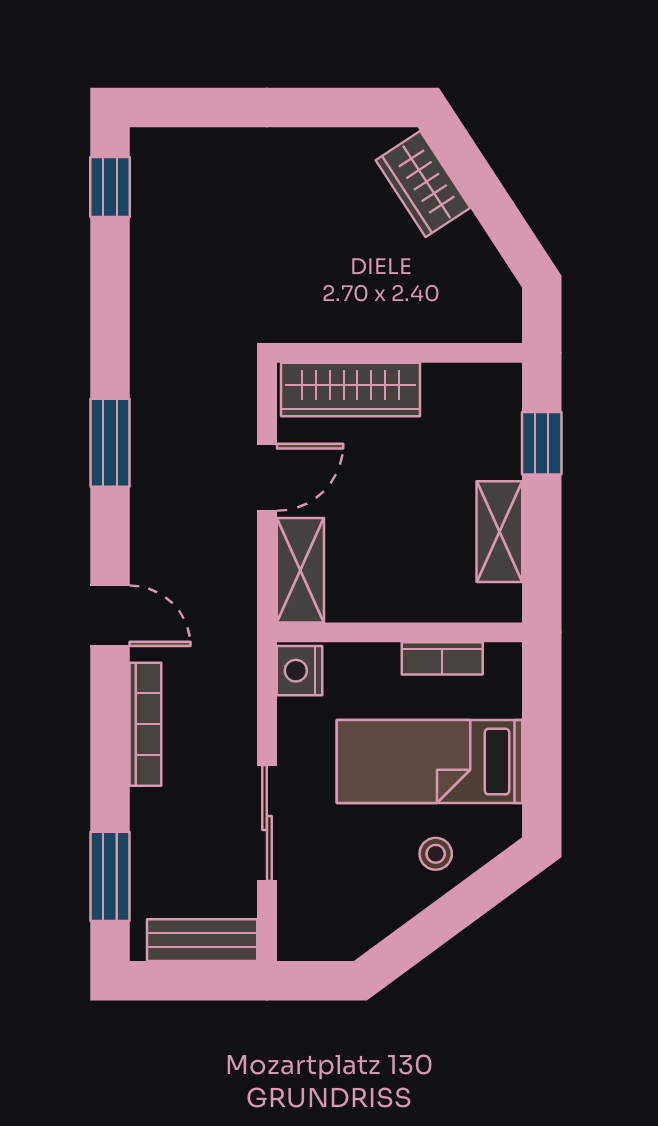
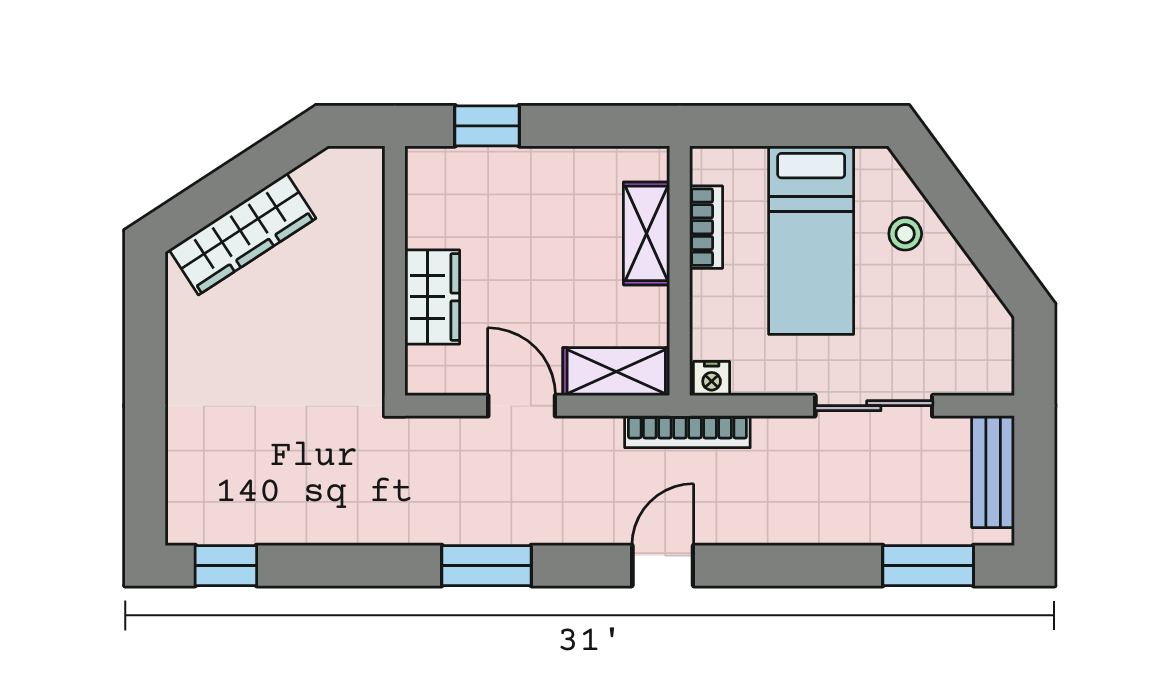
wardrobe: (423, 184) -> (242, 234), width x1.50
wardrobe: (350, 389) -> (432, 297), width x0.67
shelving: (499, 532) -> (647, 233), moved, turned 90
nightstand: (299, 671) -> (712, 379), width x0.72, depth x0.74
bookcase: (145, 724) -> (687, 432), moved, turned 180

